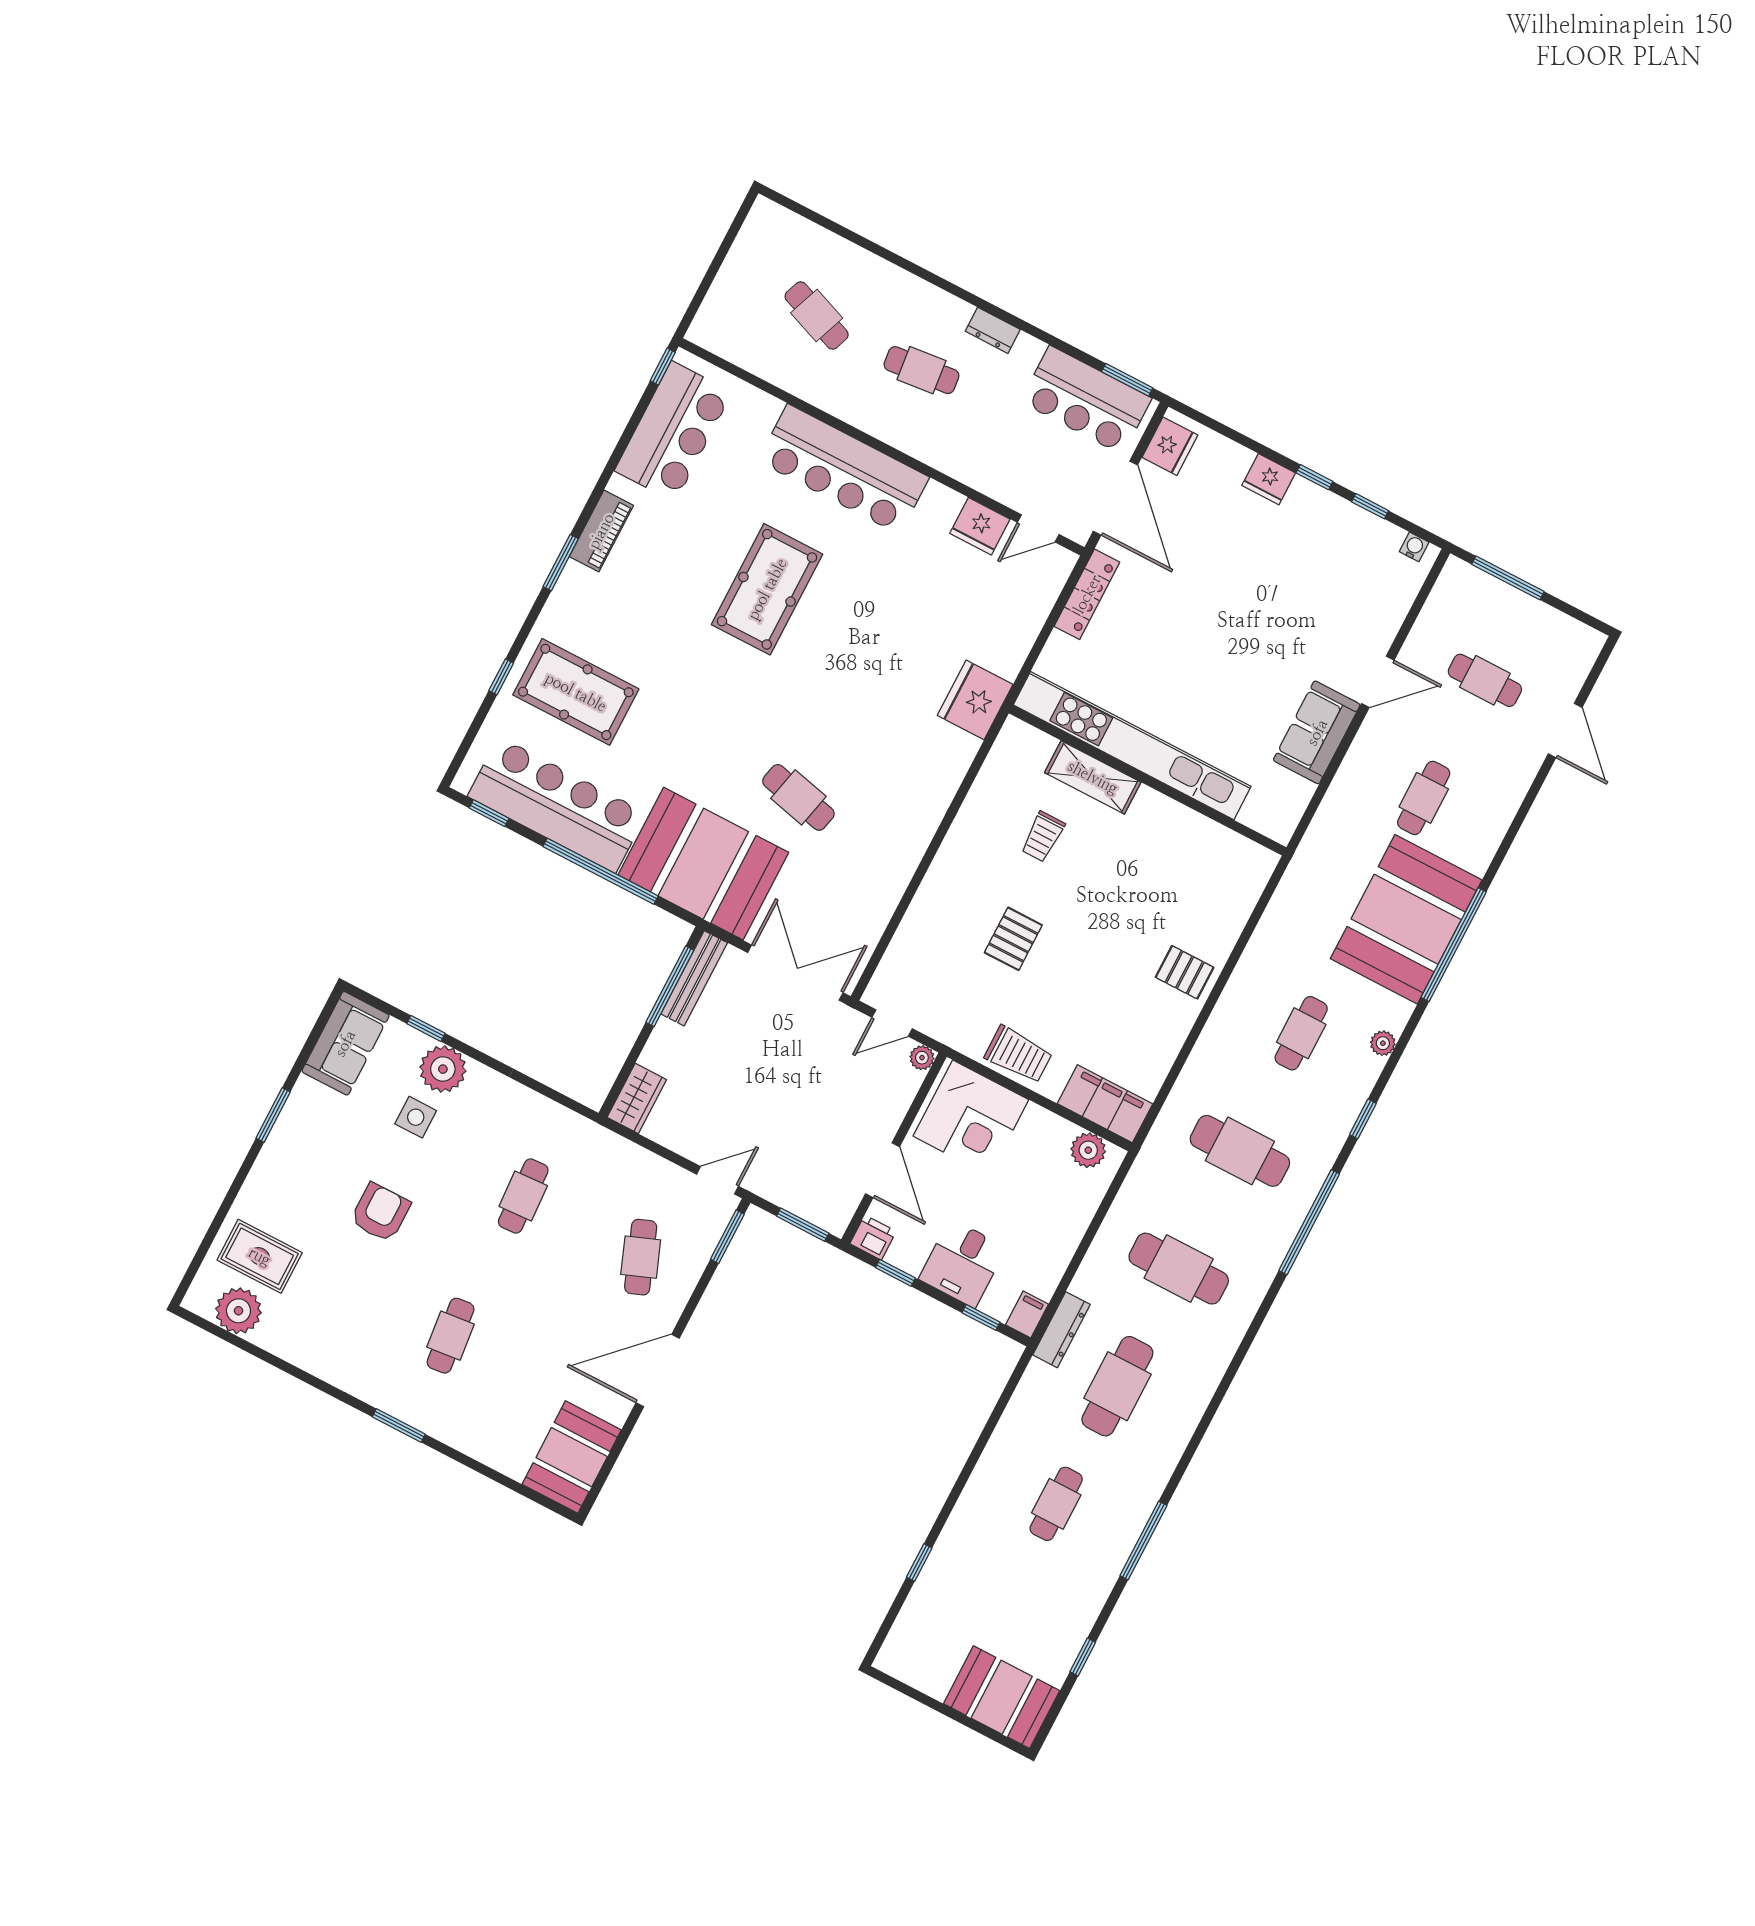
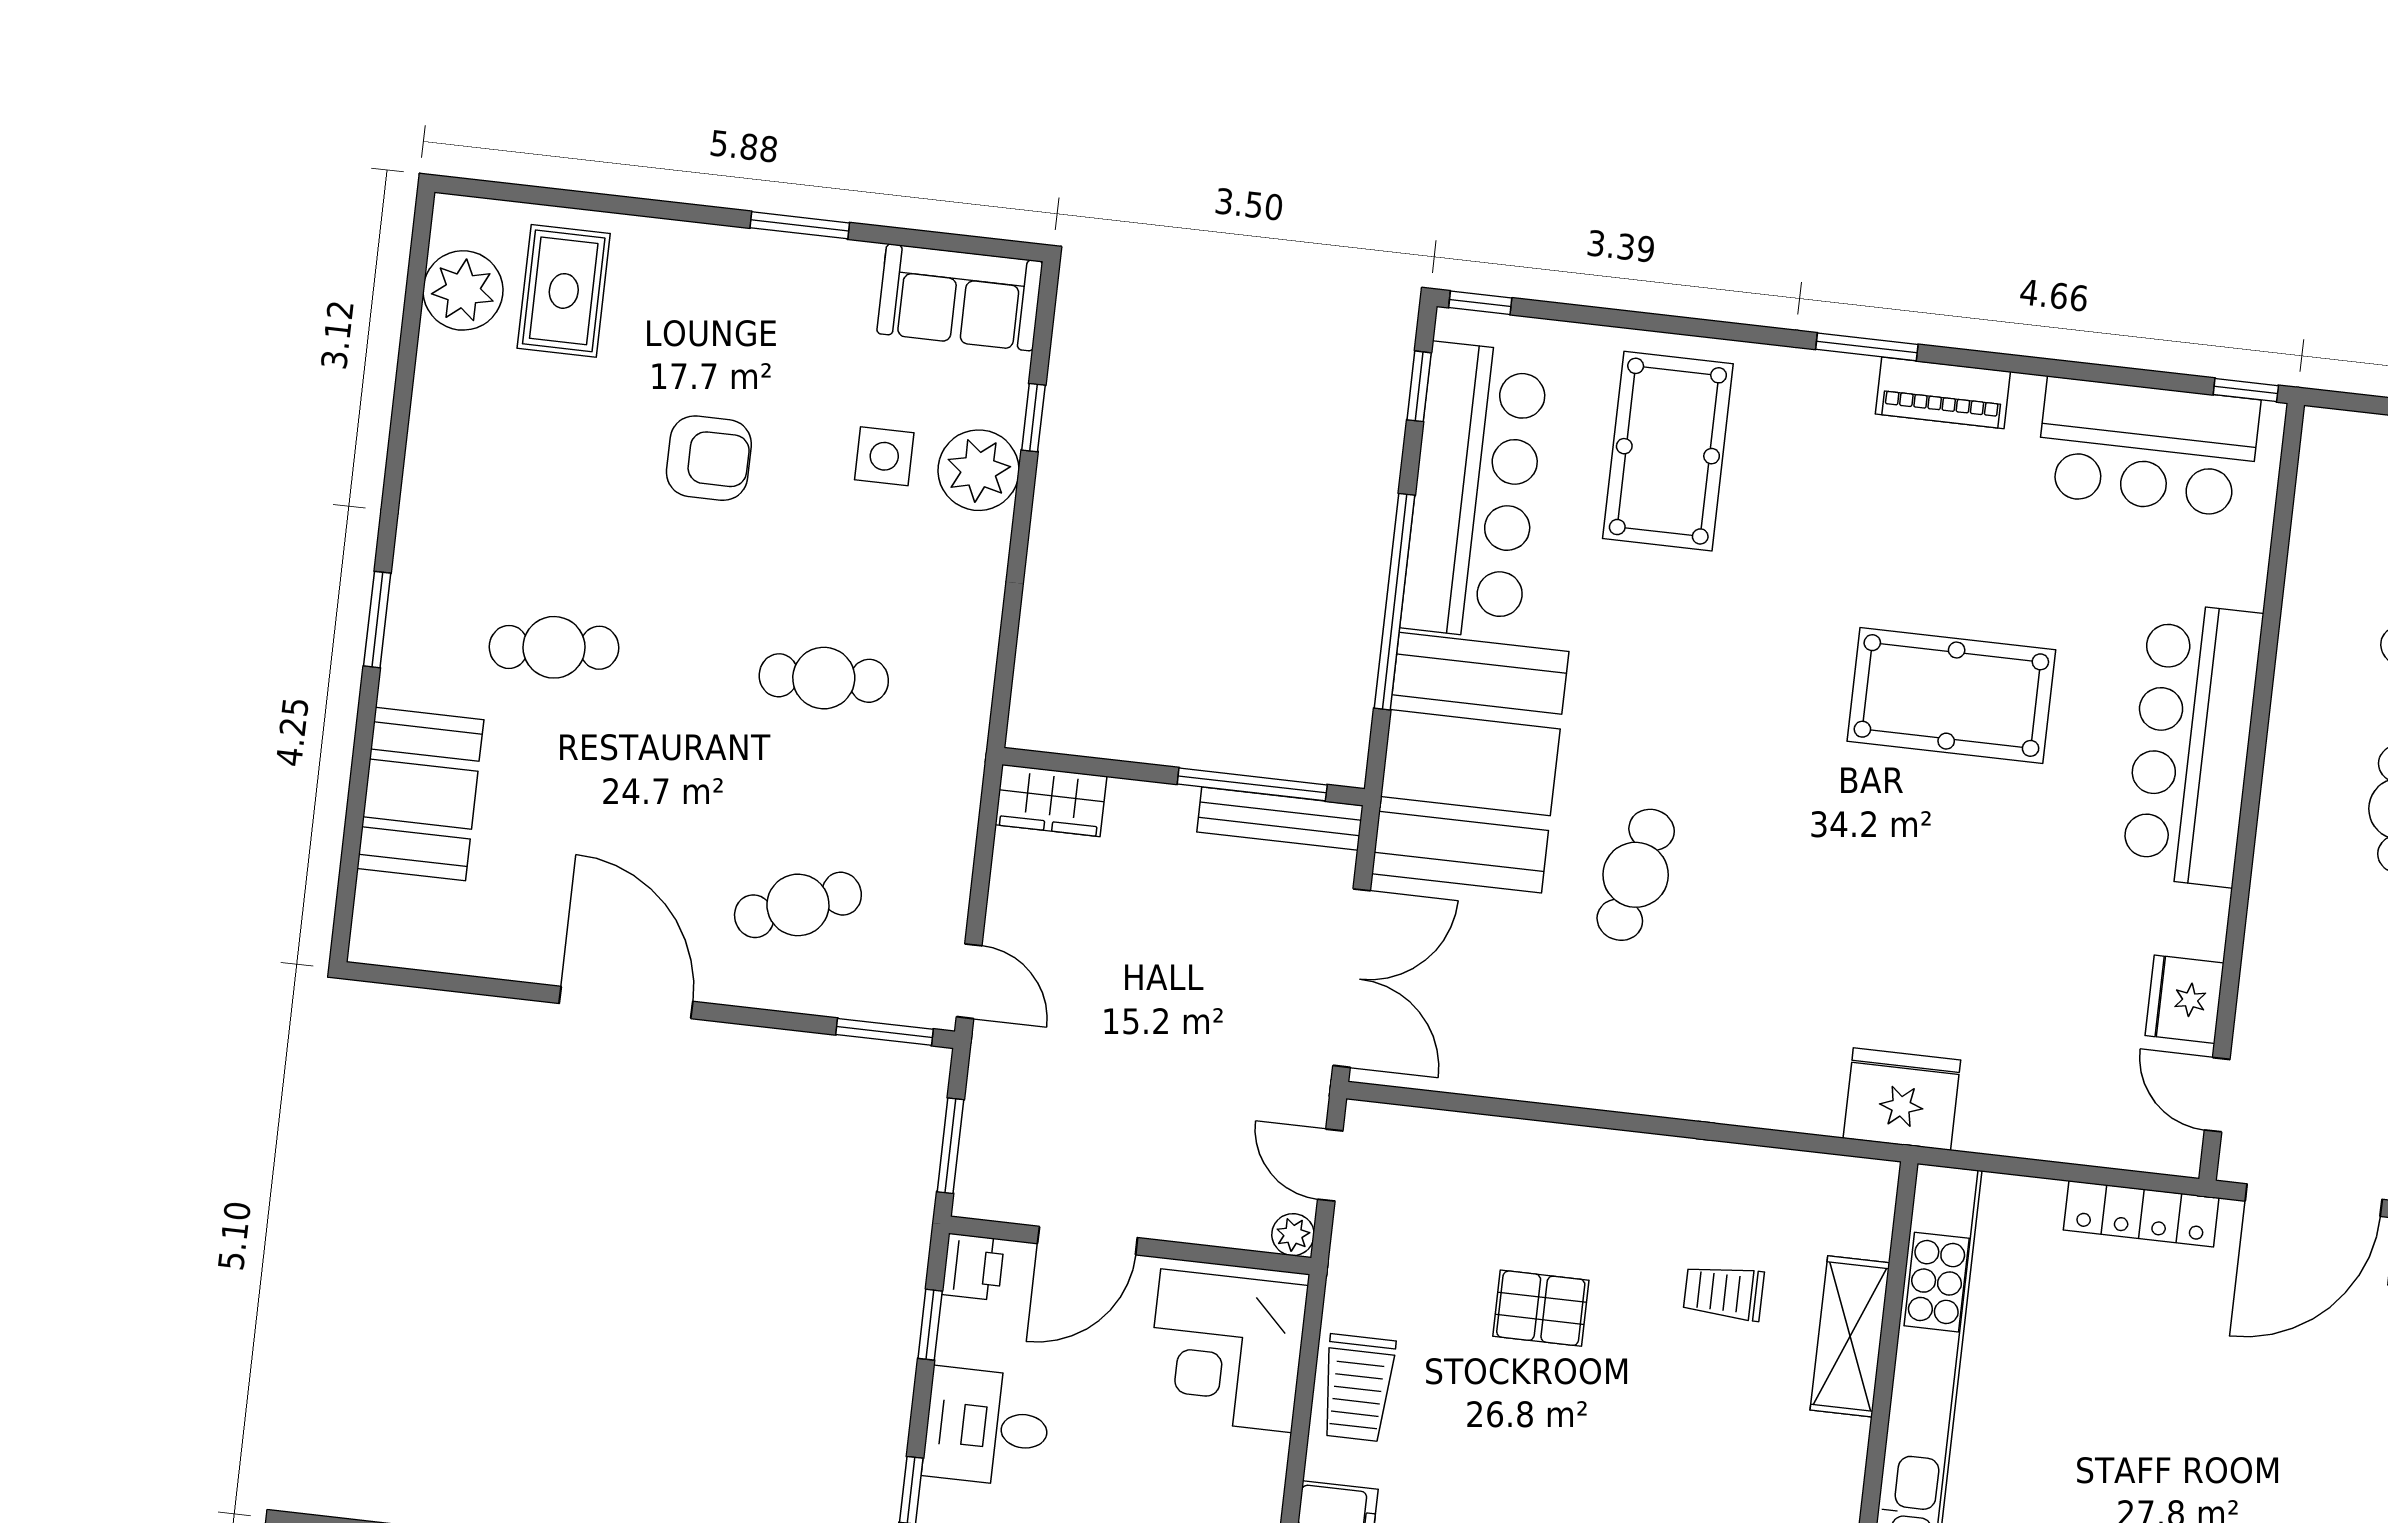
window: (501, 677) -> (1480, 303), moved
booth: (572, 1457) -> (420, 794), moved, turned 90

